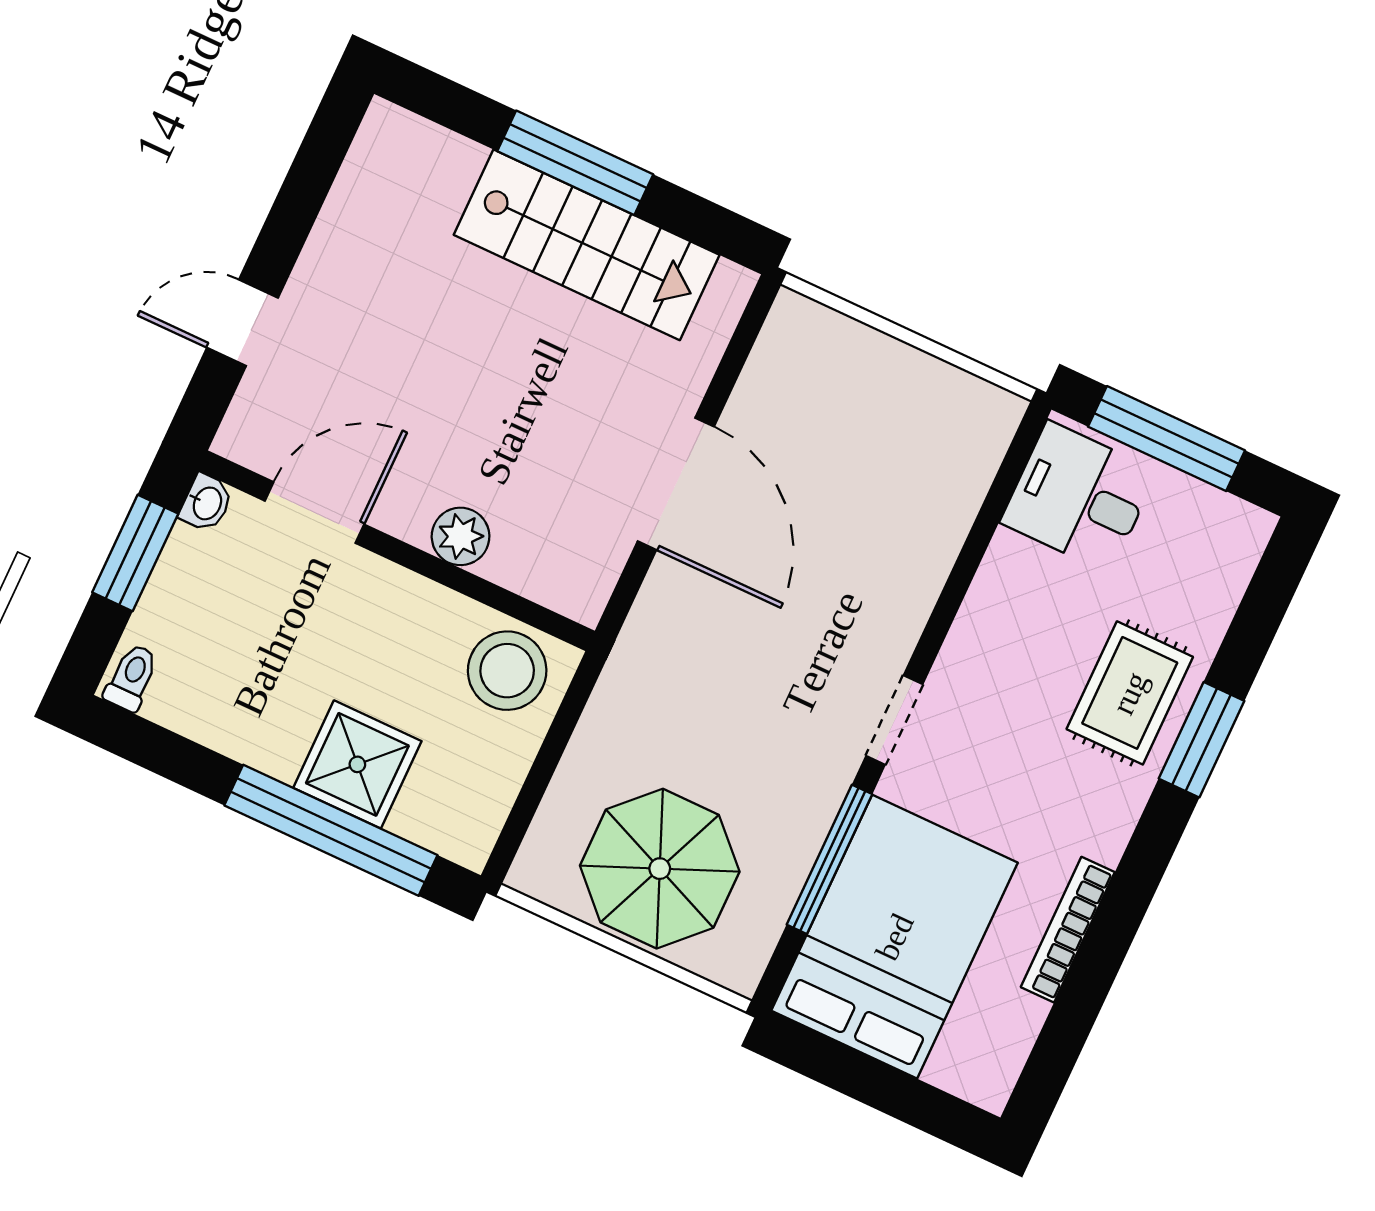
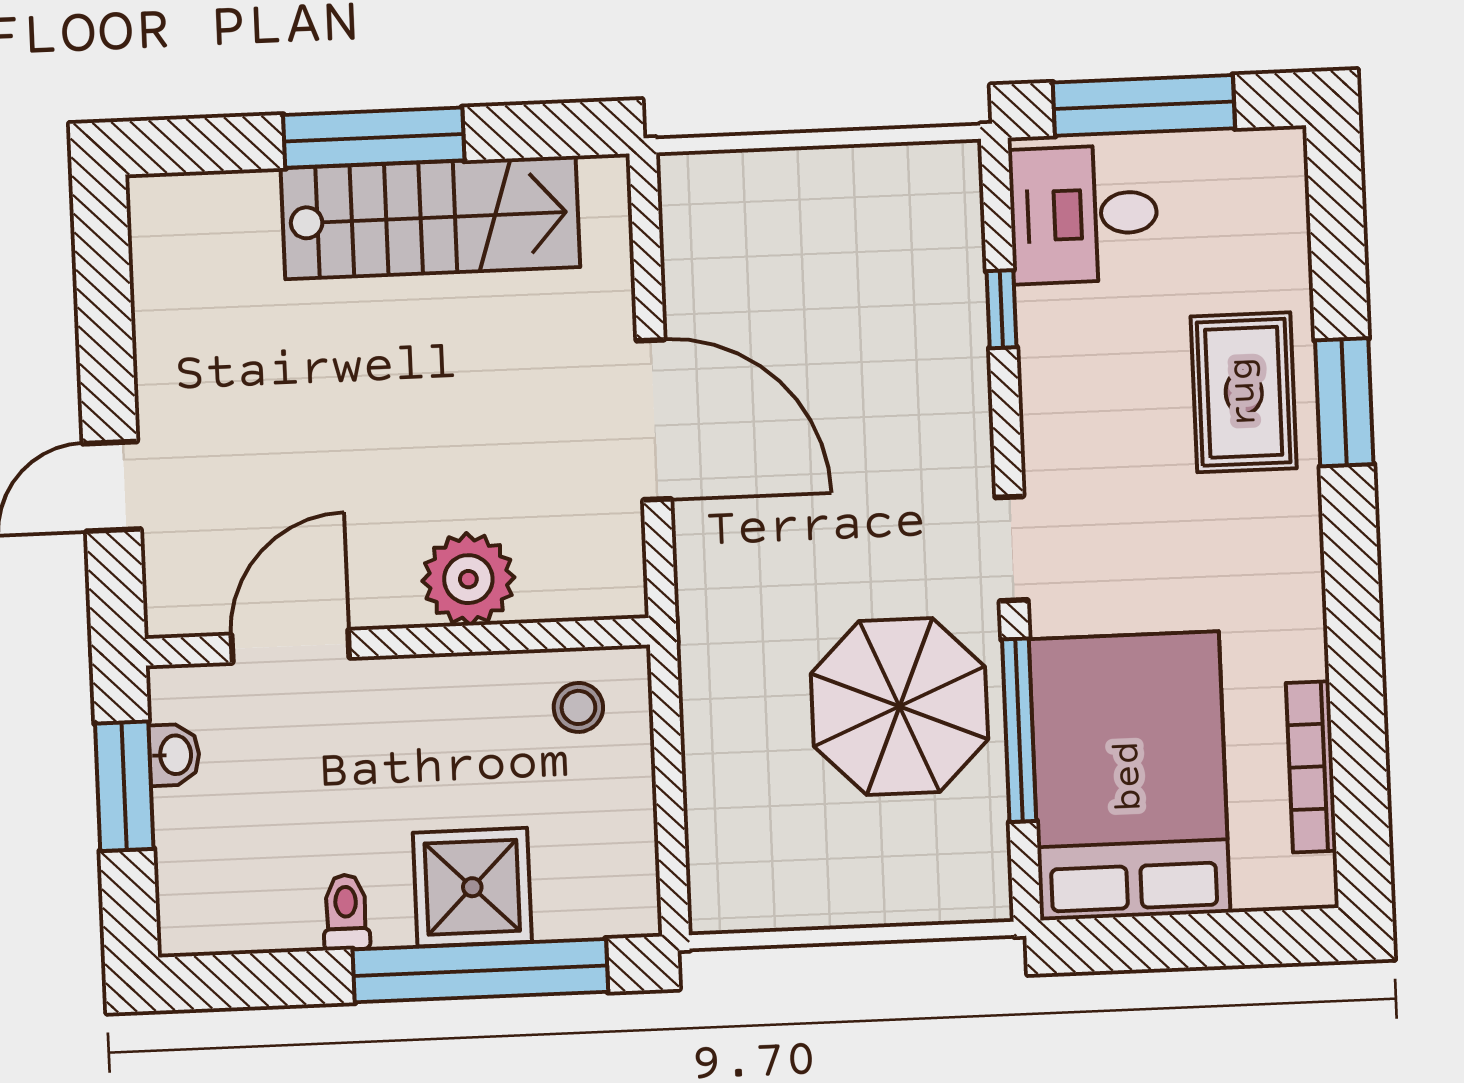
washbasin: (206, 503) -> (174, 755), moved
plant: (461, 536) -> (468, 579), width x1.36, depth x1.36
window: (980, 536) -> (1001, 309), added
stool: (507, 671) -> (578, 707), width x0.53, depth x0.53
toilet: (132, 678) -> (346, 912), moved
parasol: (660, 869) -> (899, 707), moved
bookcase: (1068, 930) -> (1311, 767), moved

